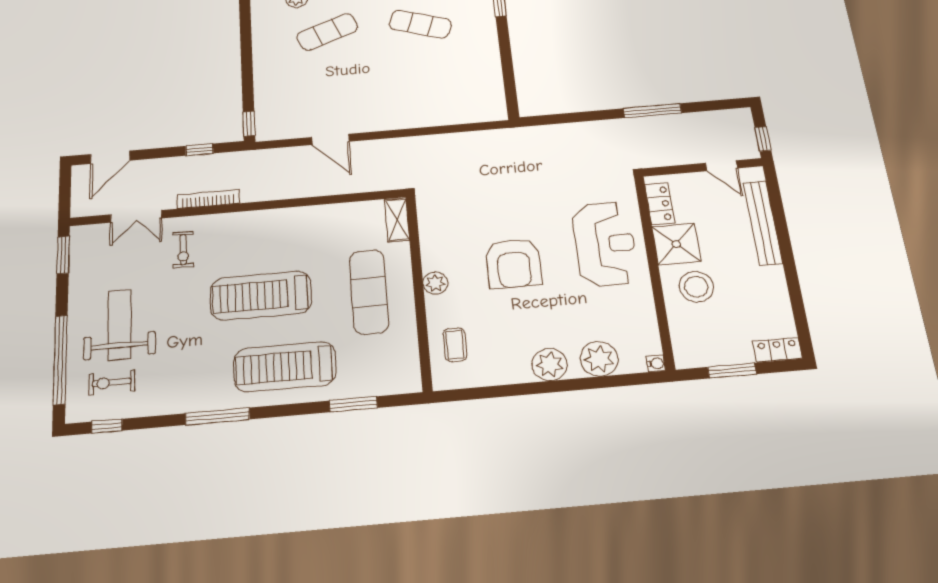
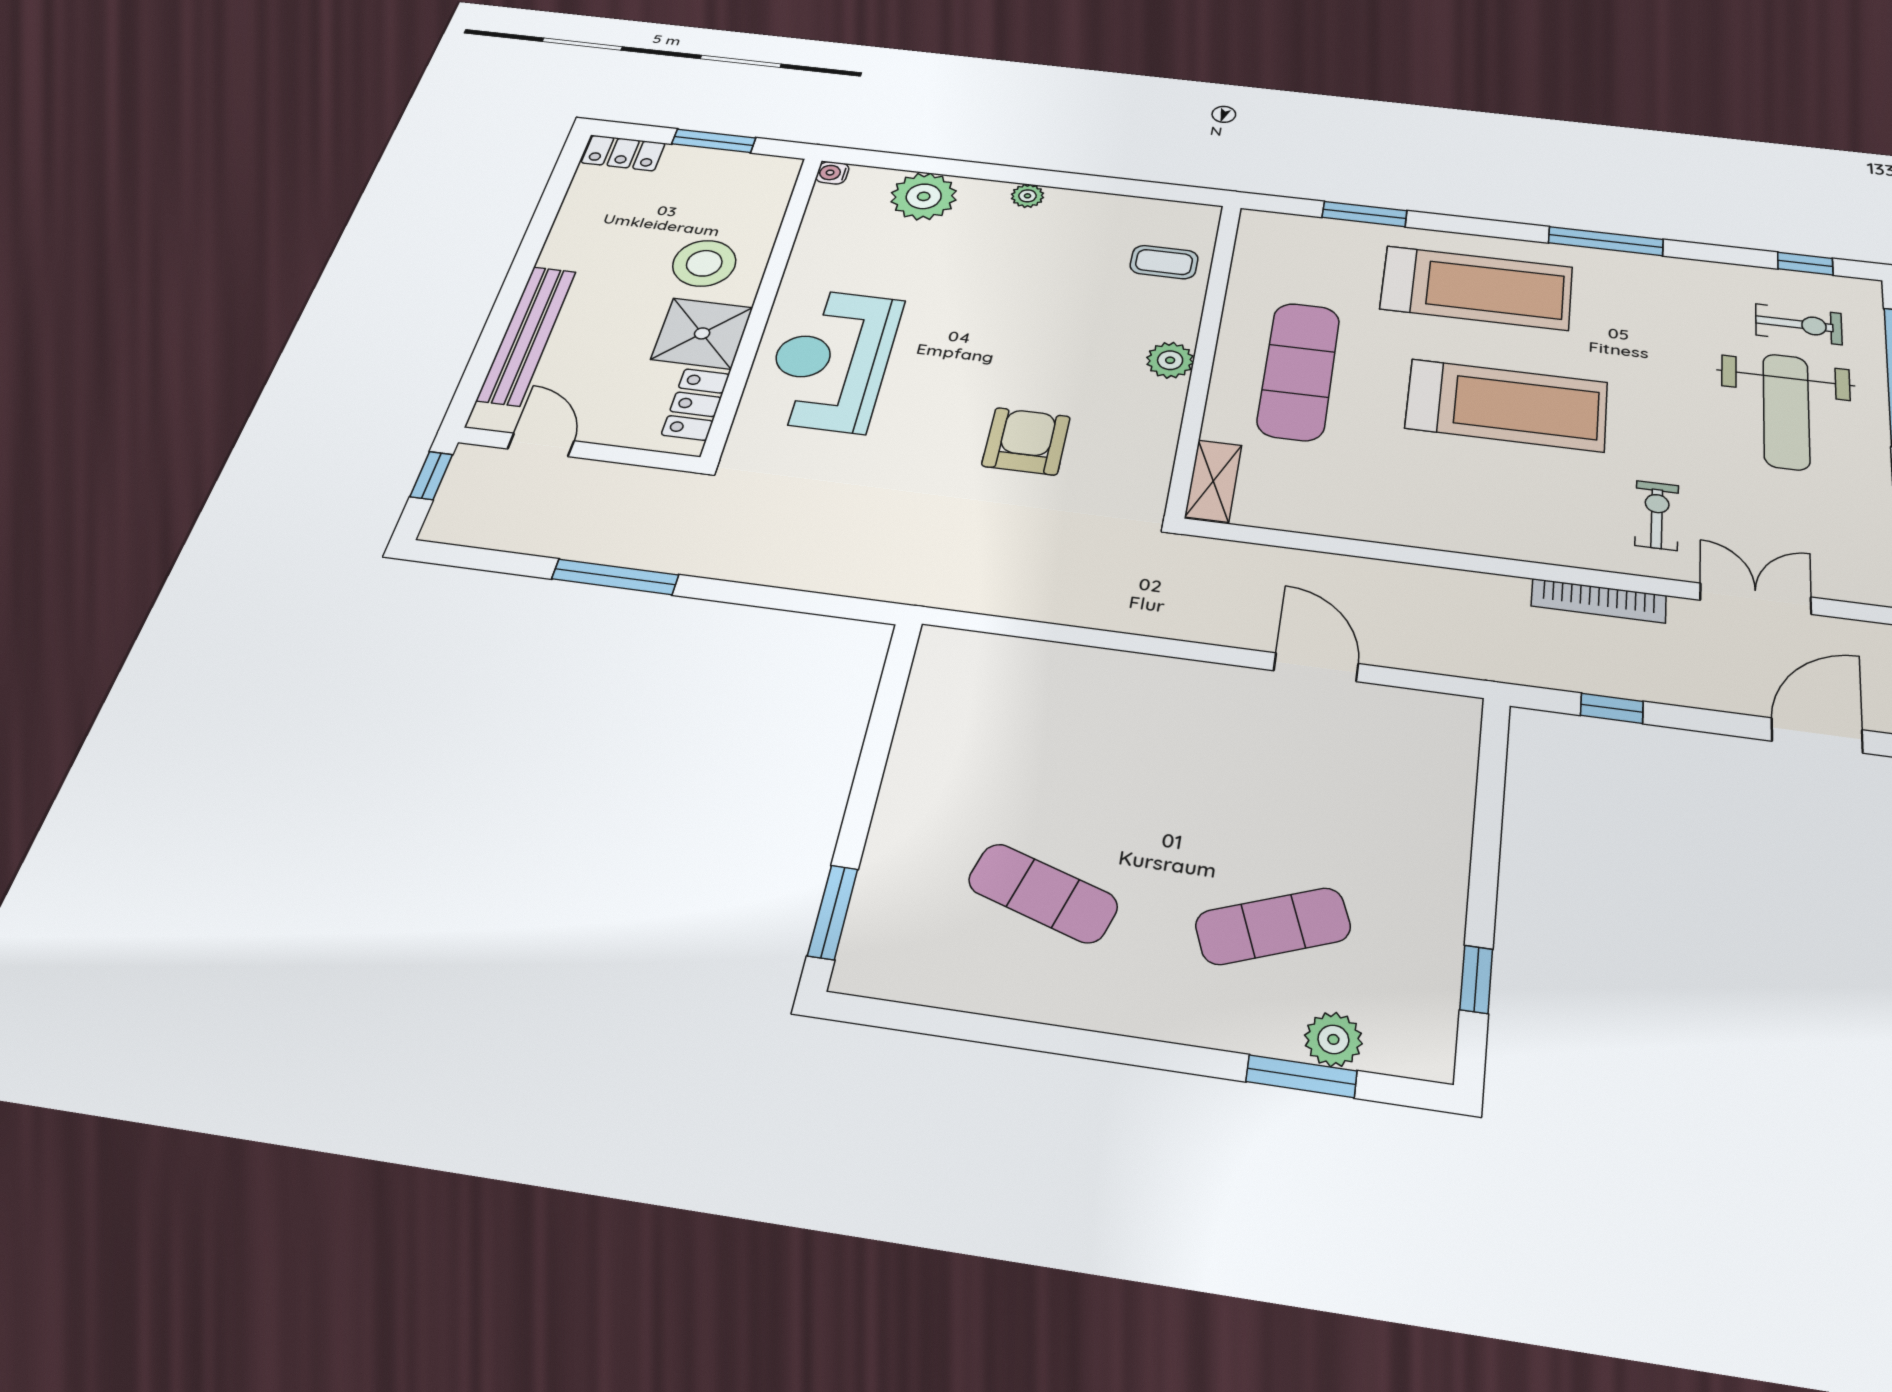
window: (249, 124) -> (1476, 979), moved
armchair: (513, 263) -> (1026, 441), moved, width x0.73, depth x0.73
coffee table: (455, 345) -> (1164, 262), turned 90
plant: (550, 365) -> (1028, 196), width x0.53, depth x0.53

